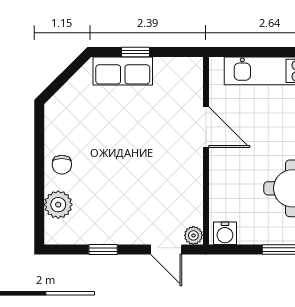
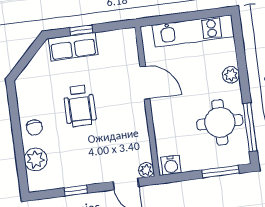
wheelchair: (121, 145) -> (80, 106), added

